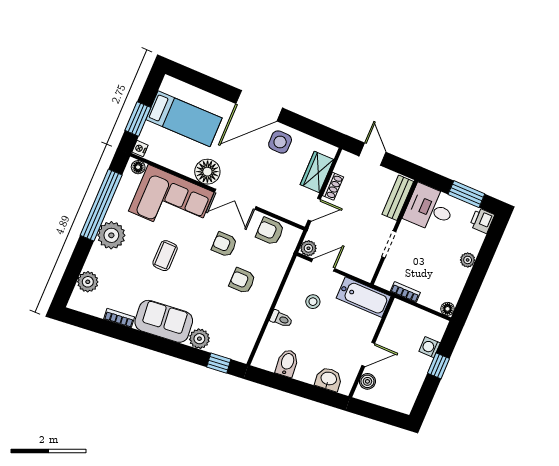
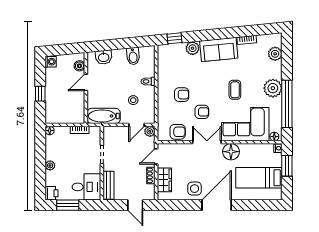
washing machine: (430, 347) -> (51, 62), moved

